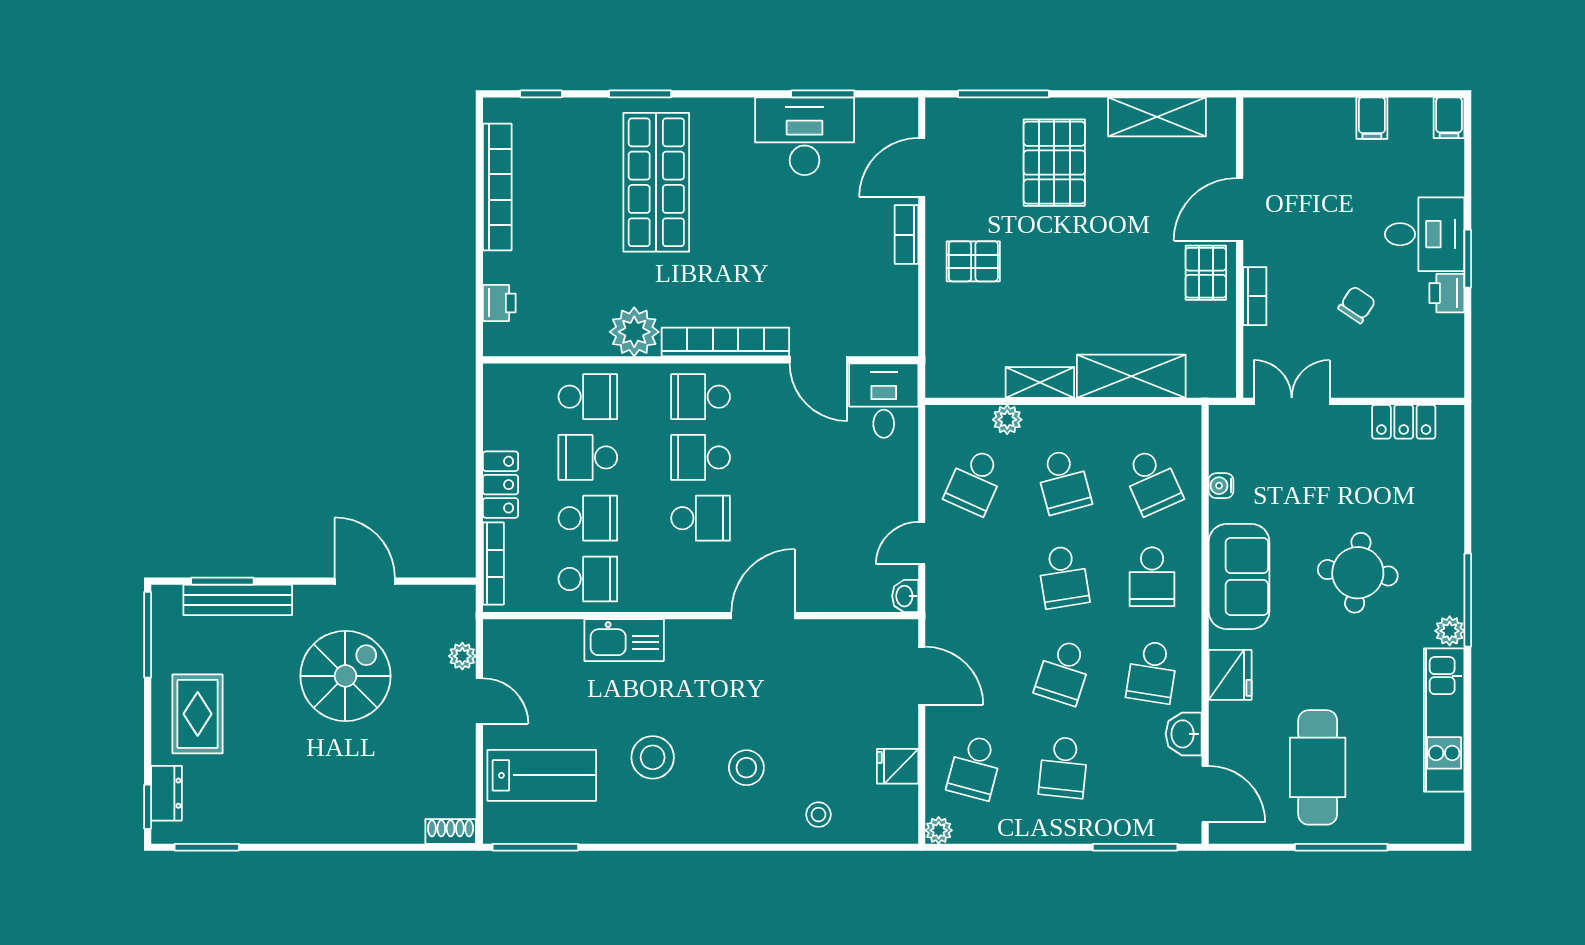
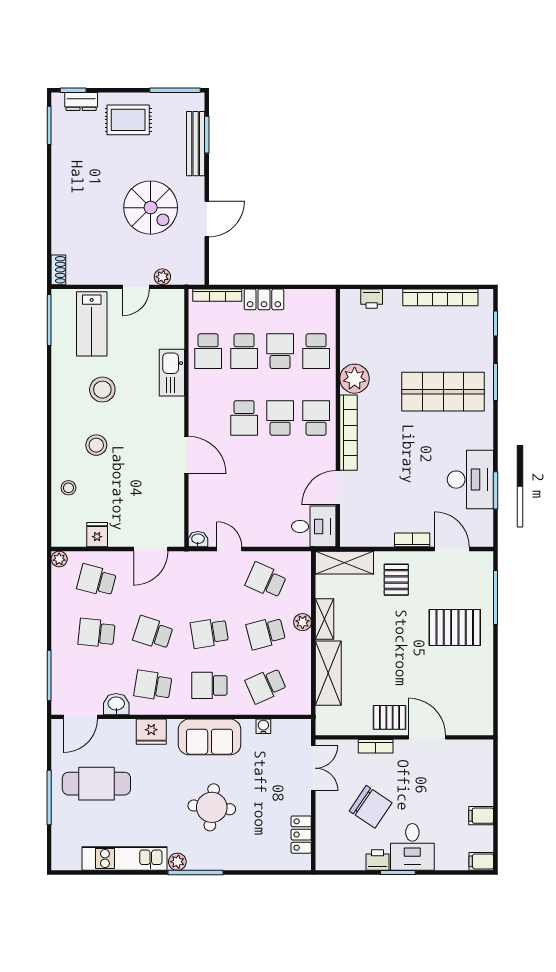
shelving: (1157, 117) -> (344, 563), moved, turned 90
chair: (1357, 305) -> (371, 807), width x1.87, depth x1.87
plant: (1007, 420) -> (303, 622), moved

